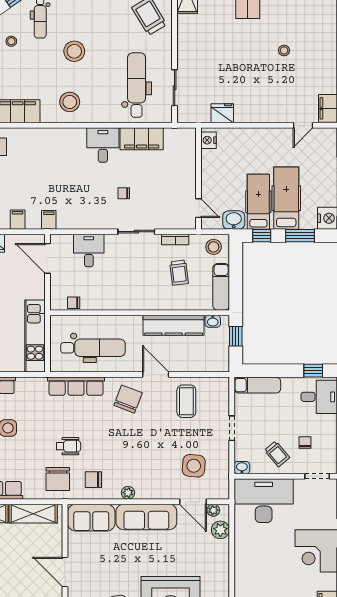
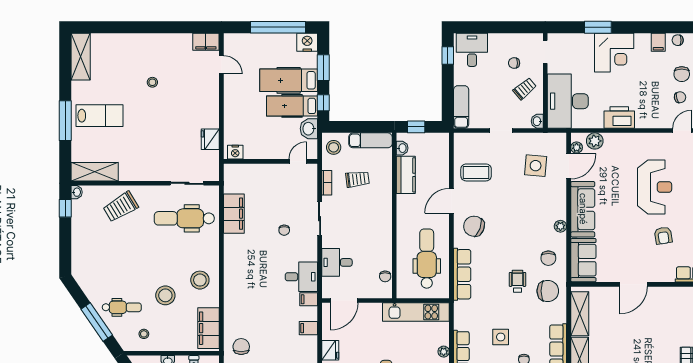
stool: (74, 51) -> (165, 295), moved
desk: (103, 145) -> (301, 277), moved, turned 180
kitchen counter: (174, 325) -> (406, 175), width x0.67
printer: (246, 556) -> (619, 117), added

